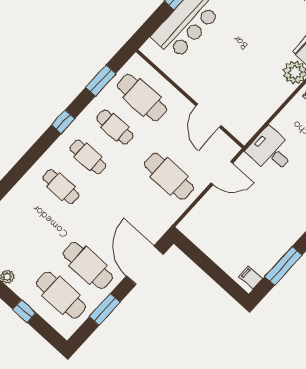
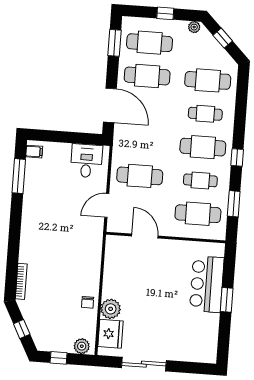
desk: (271, 151) -> (86, 161), moved, turned -90
cafe table: (88, 157) -> (203, 147), width x1.37, depth x1.35
cafe table: (34, 216) -> (208, 80), added
window: (105, 309) -> (114, 43), moved

